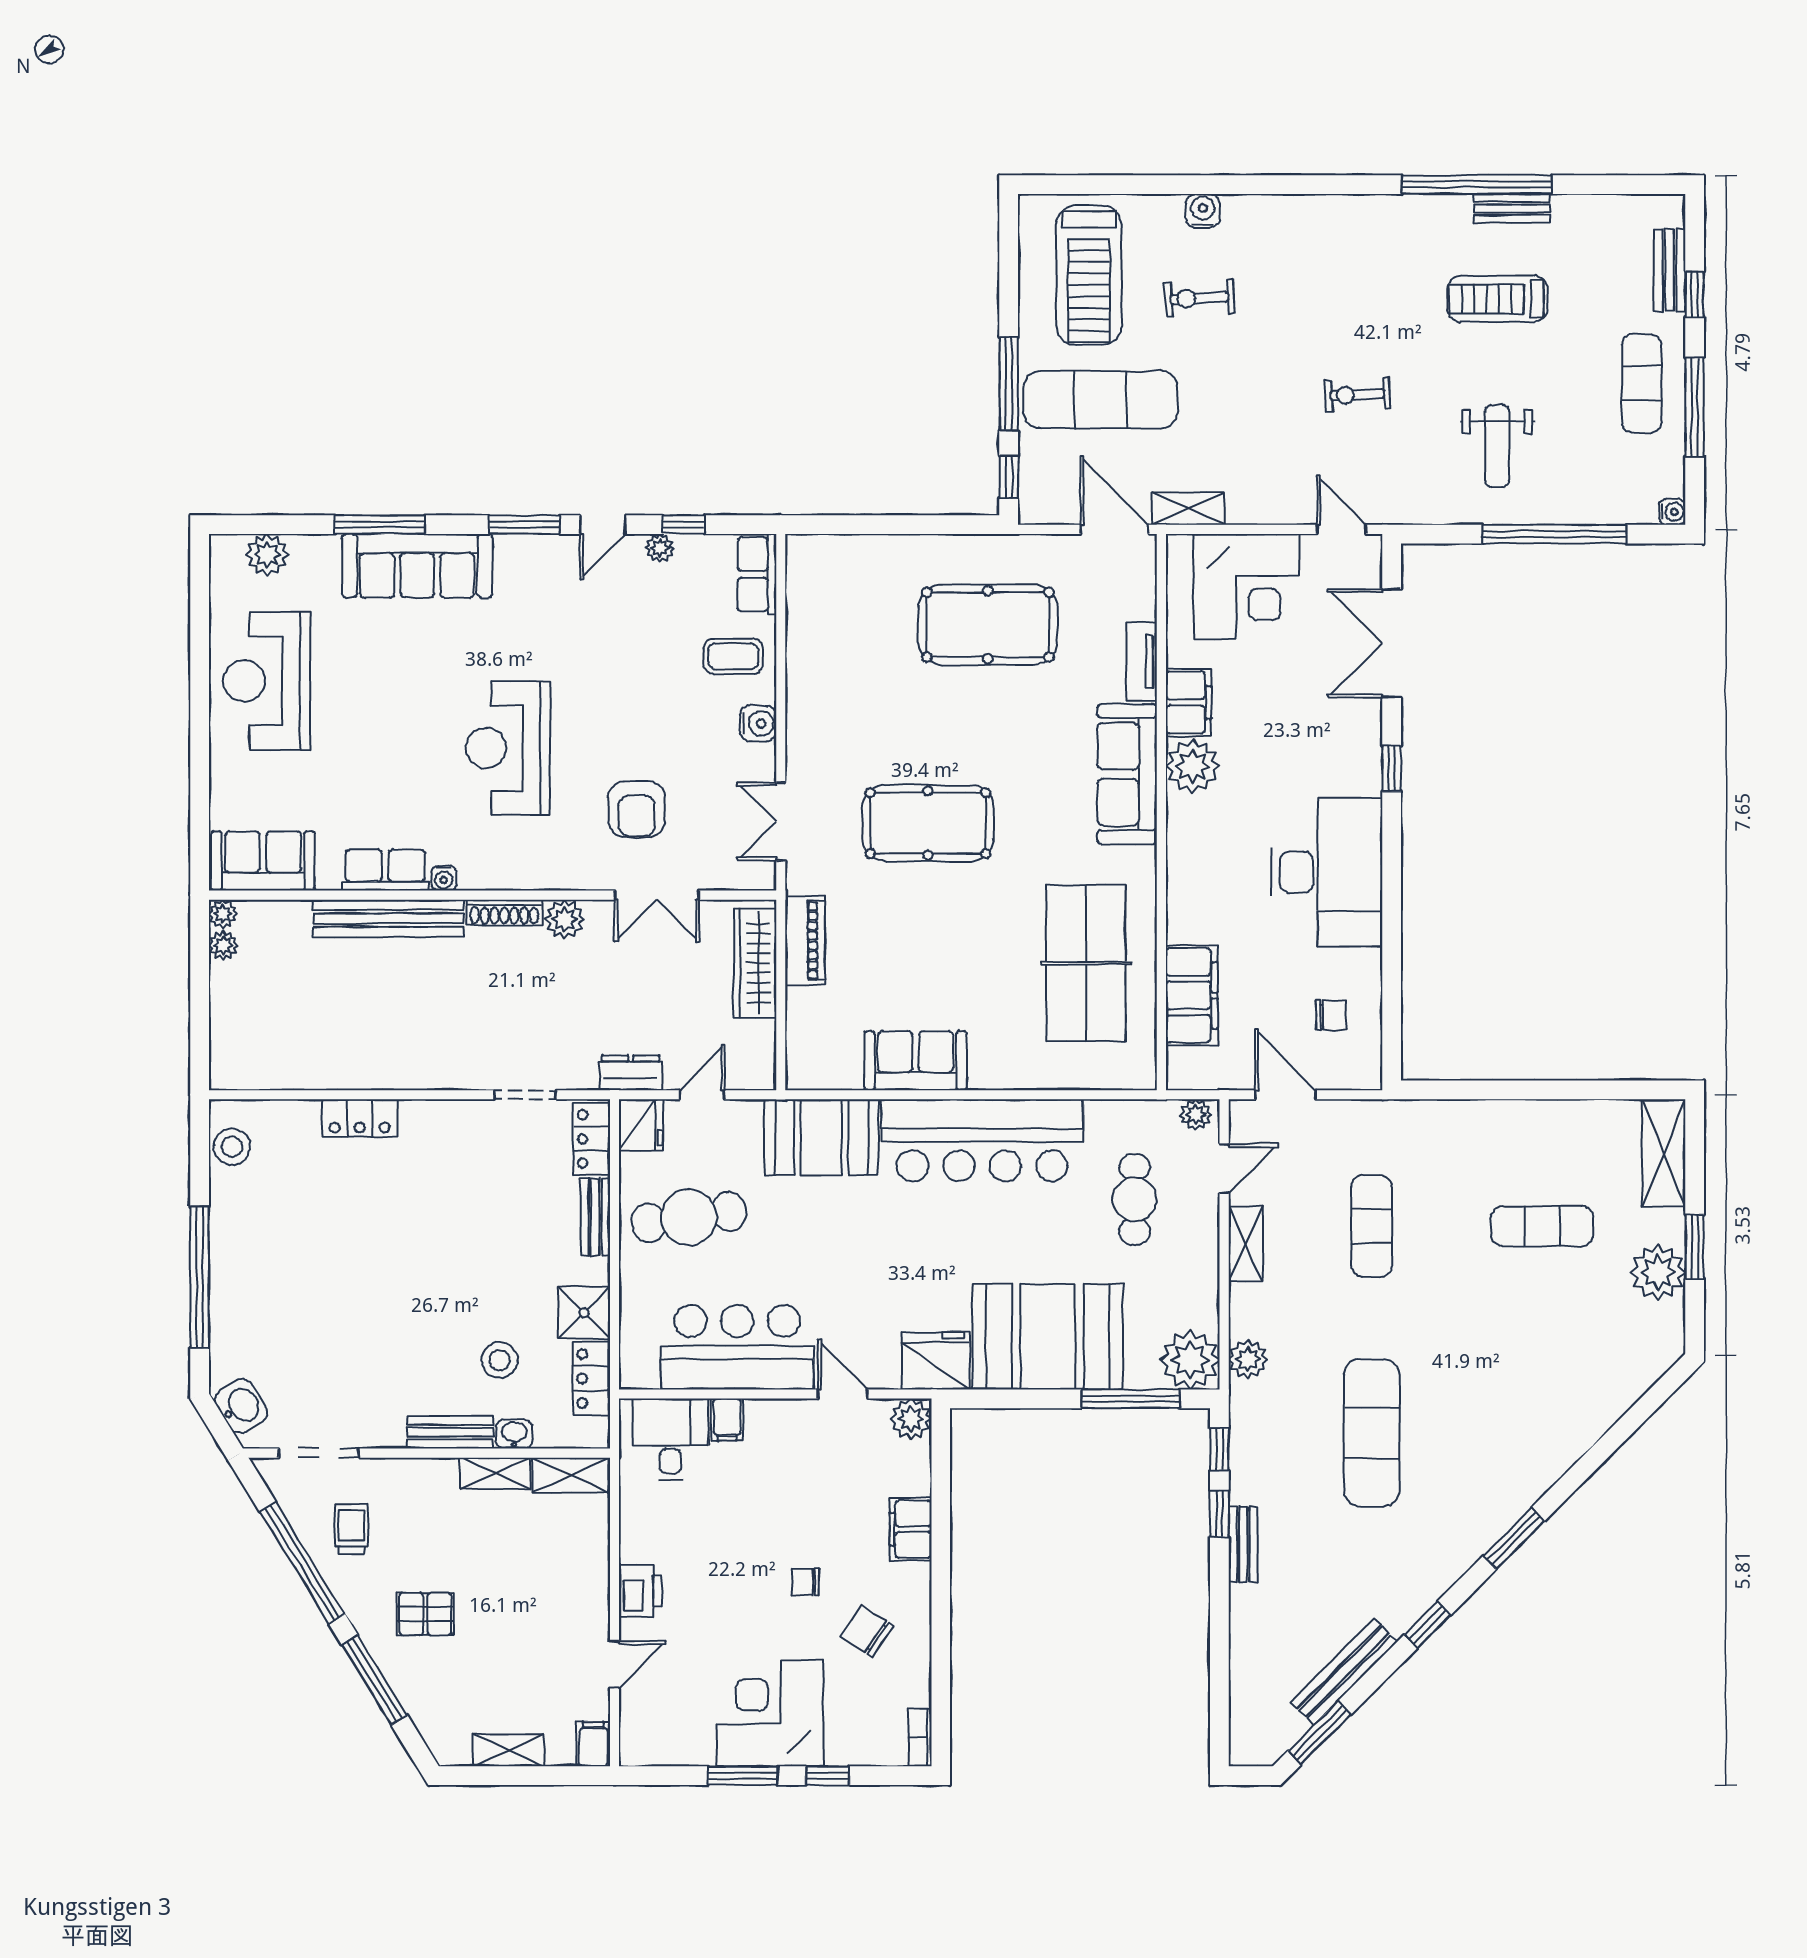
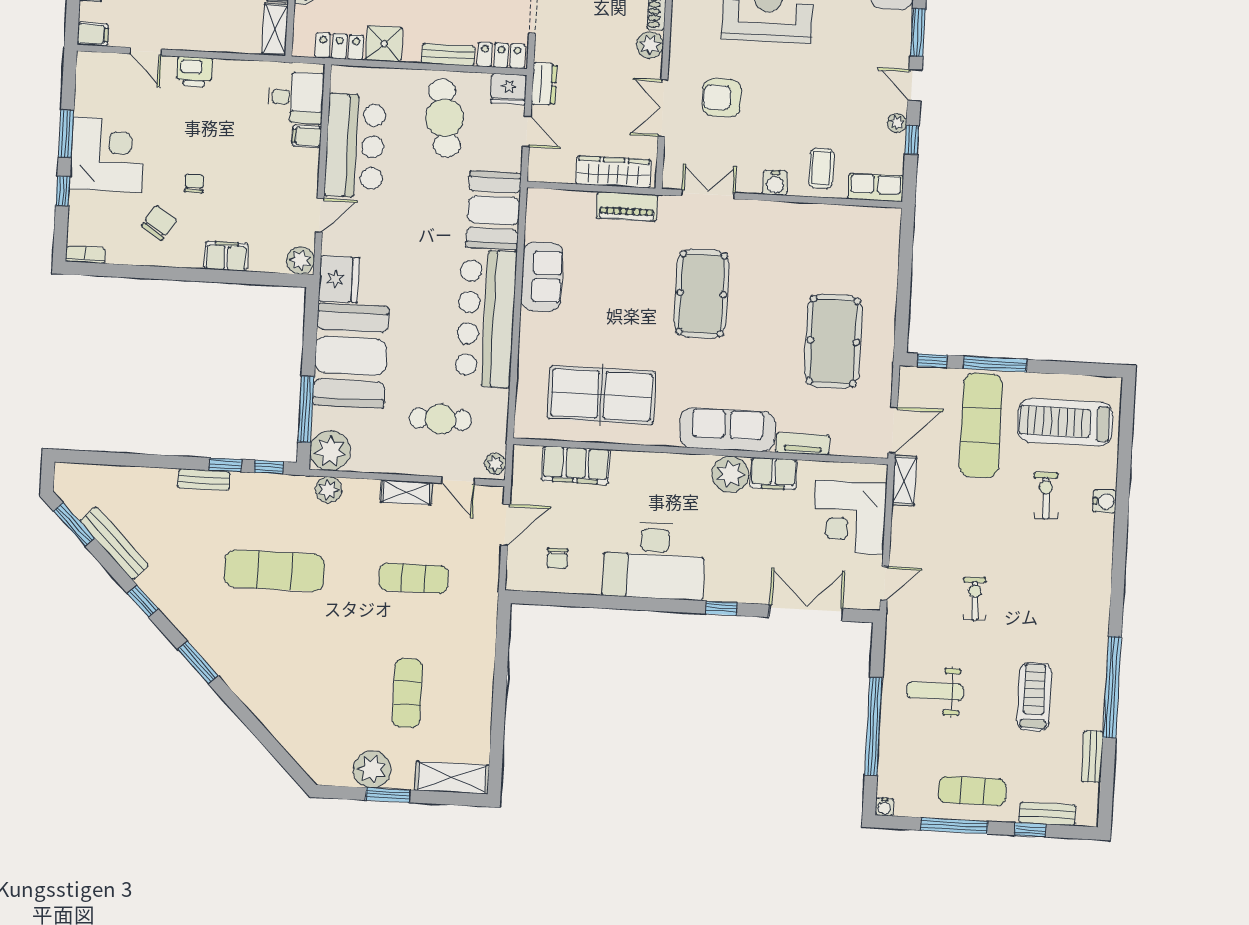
bench: (1512, 208) -> (1092, 757), moved

